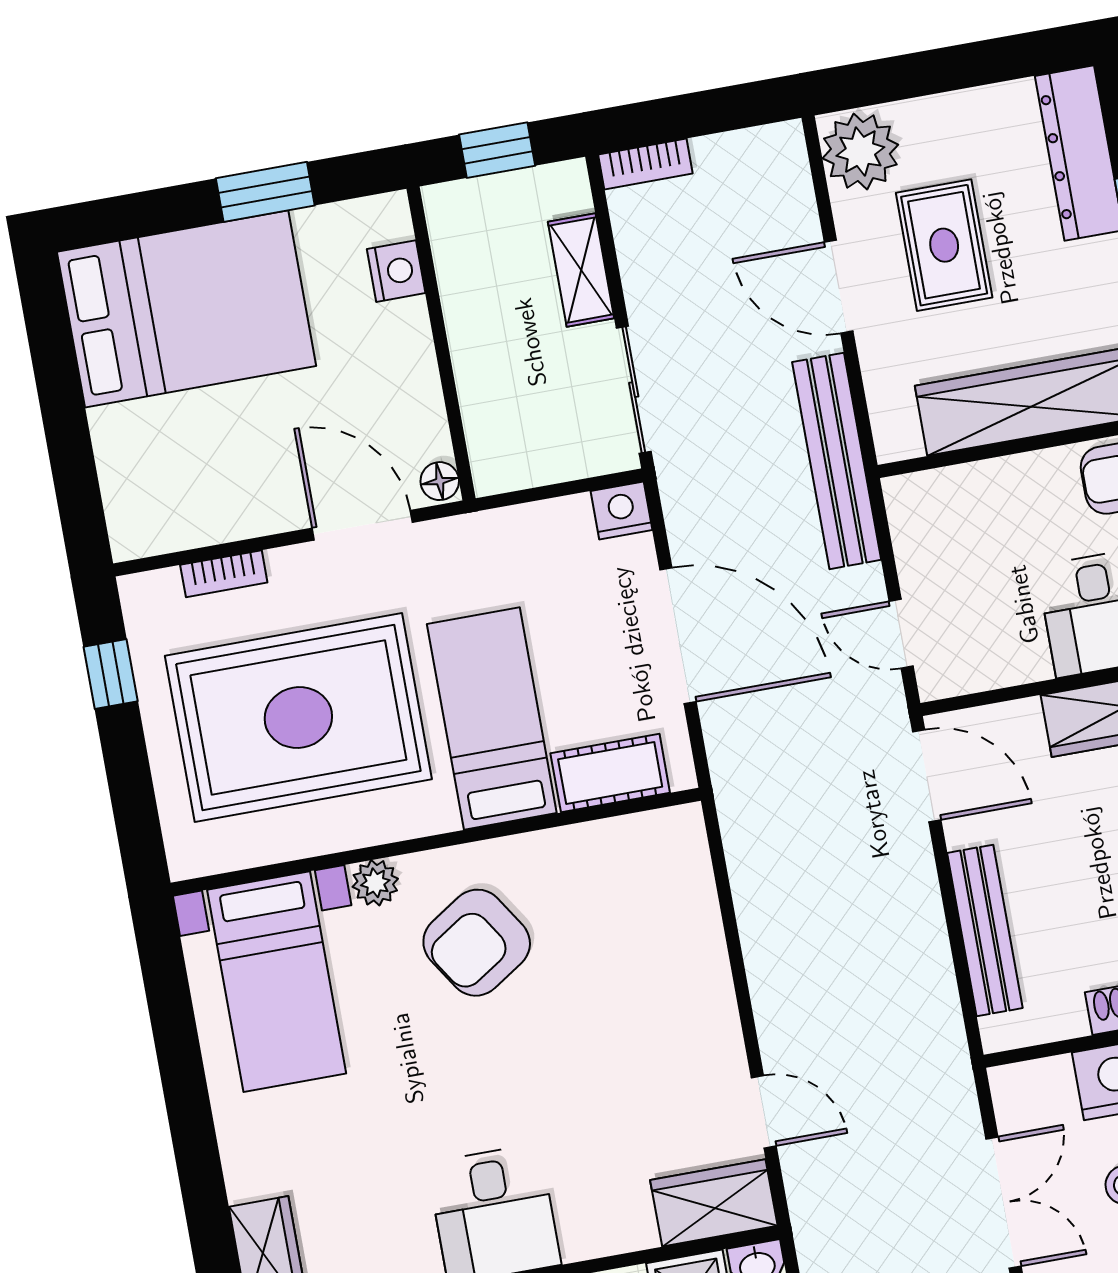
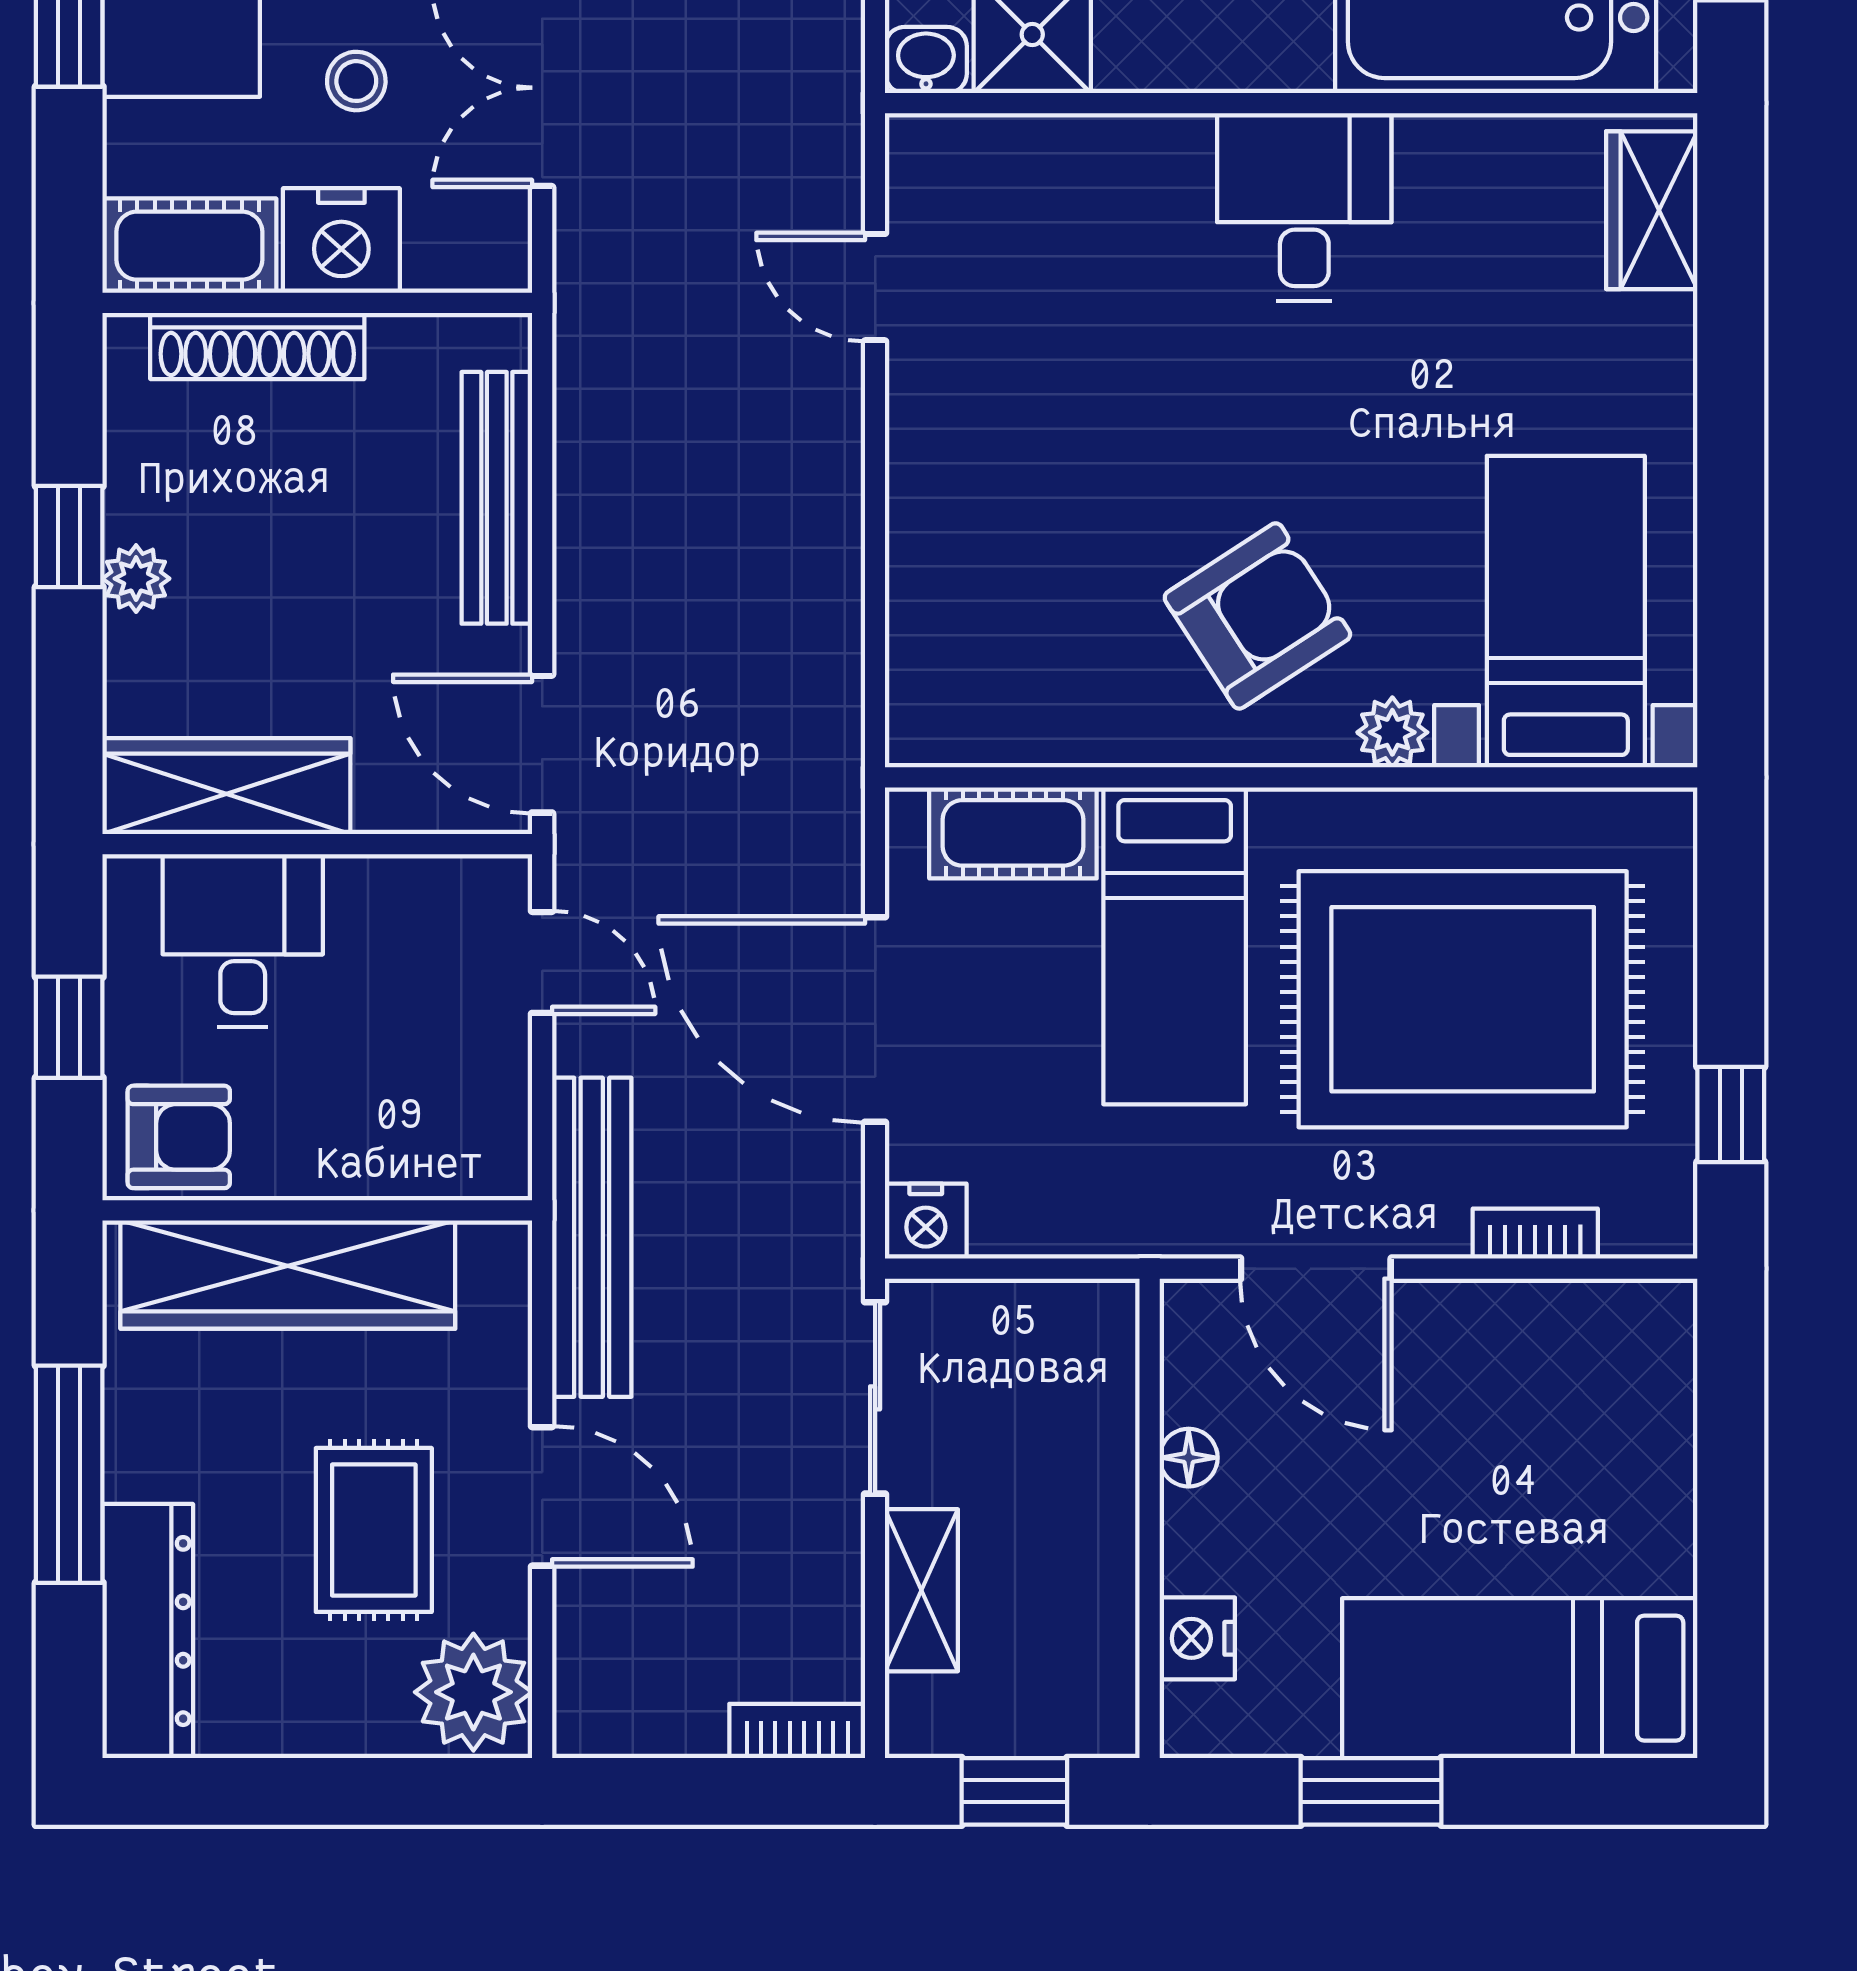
bed: (187, 309) -> (1520, 1678), width x0.67
floor lamp: (440, 481) -> (1189, 1458), moved
wardrobe: (714, 1203) -> (974, 165), removed

